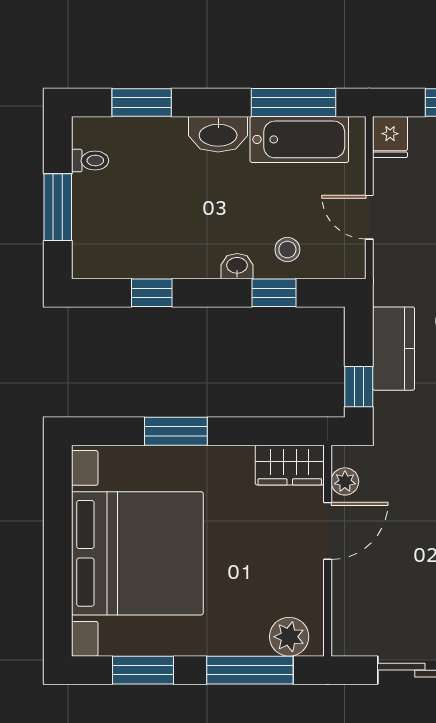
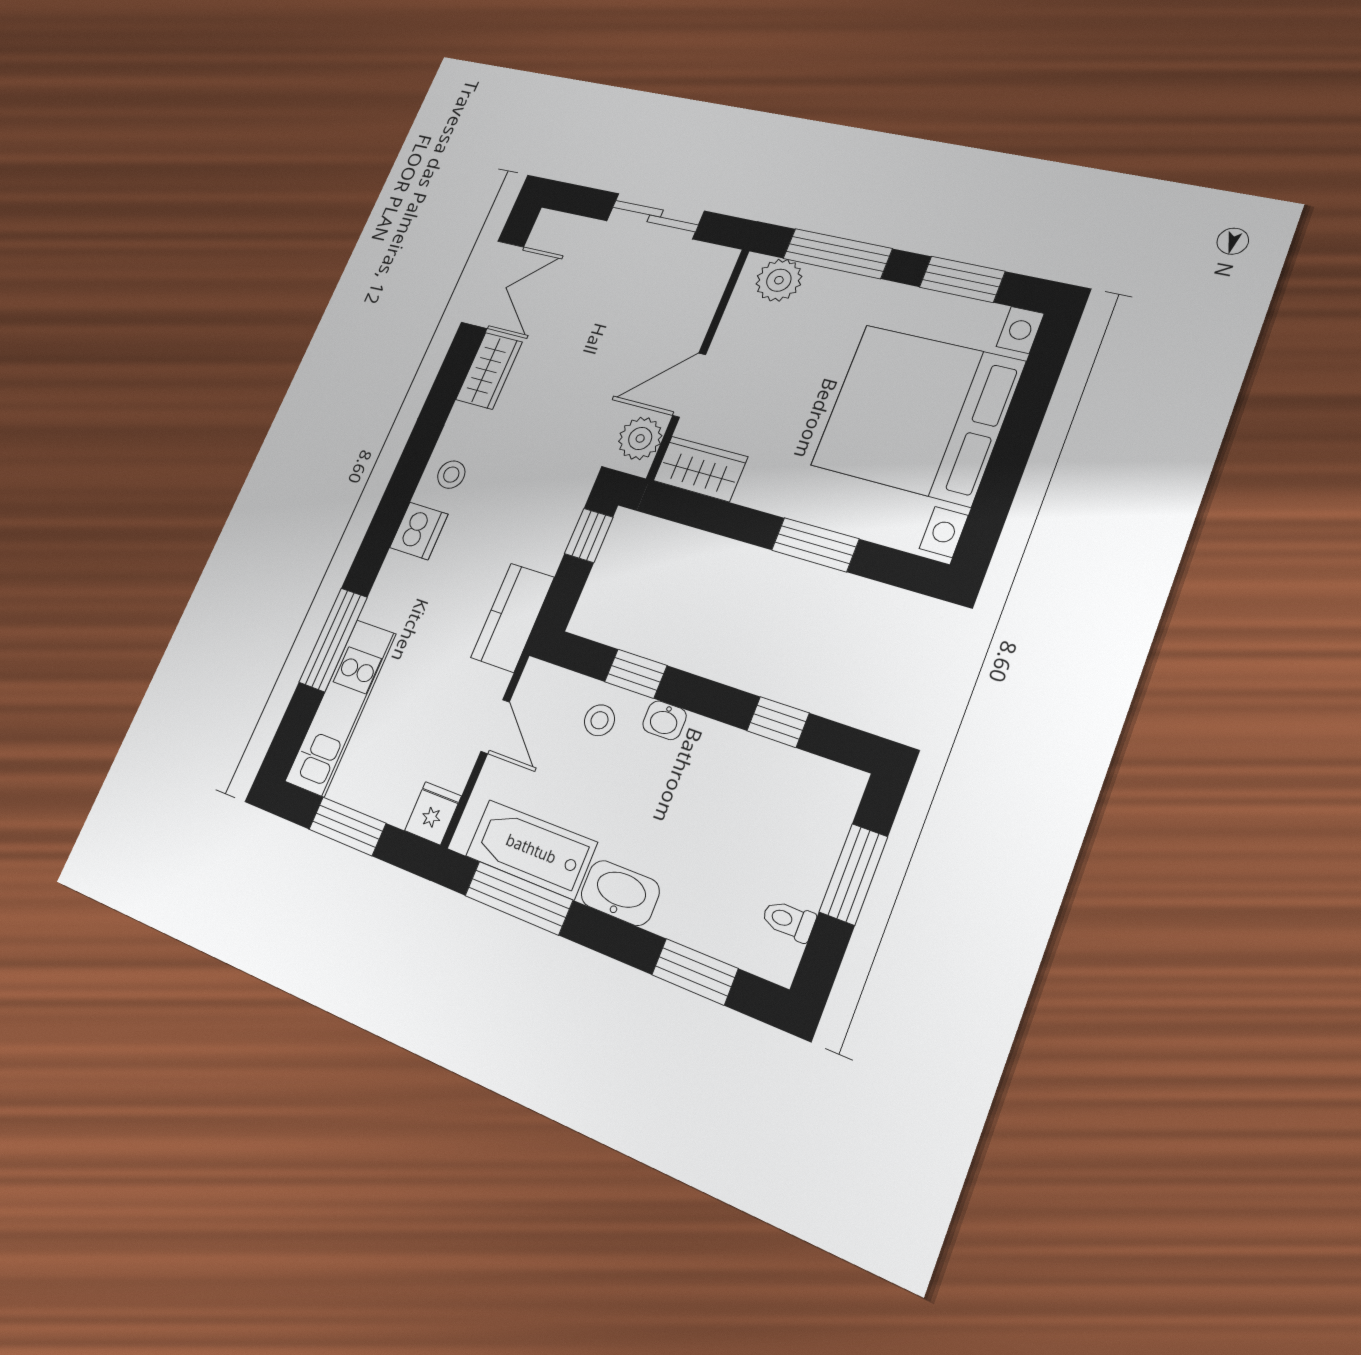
kitchen counter: (394, 349) -> (513, 617), moved
plant: (345, 481) -> (640, 438), width x1.38, depth x1.38

